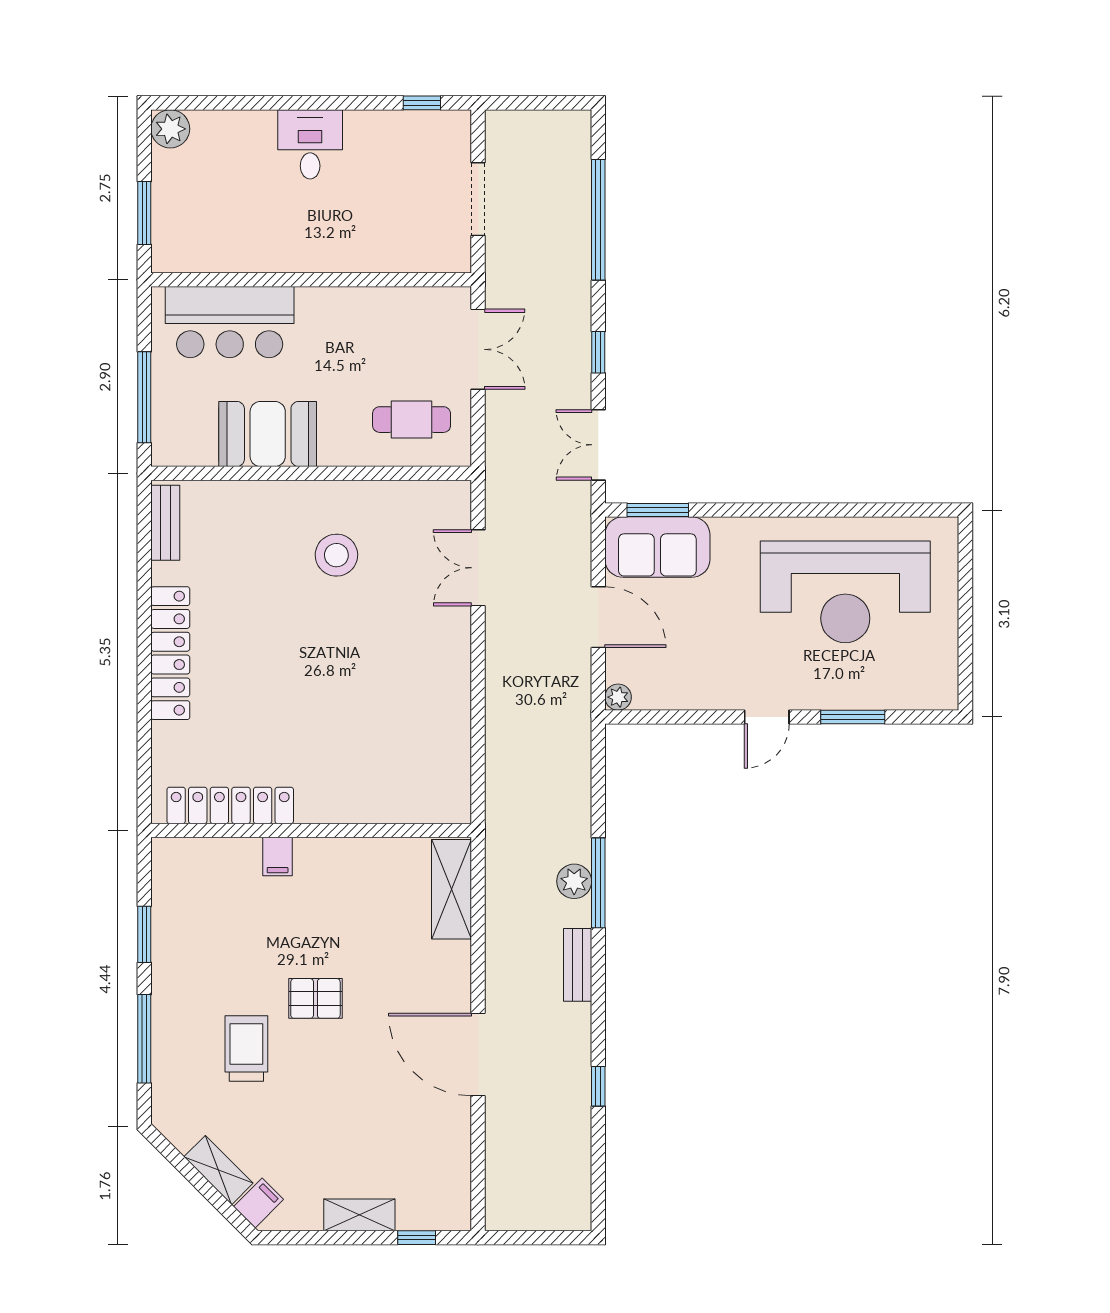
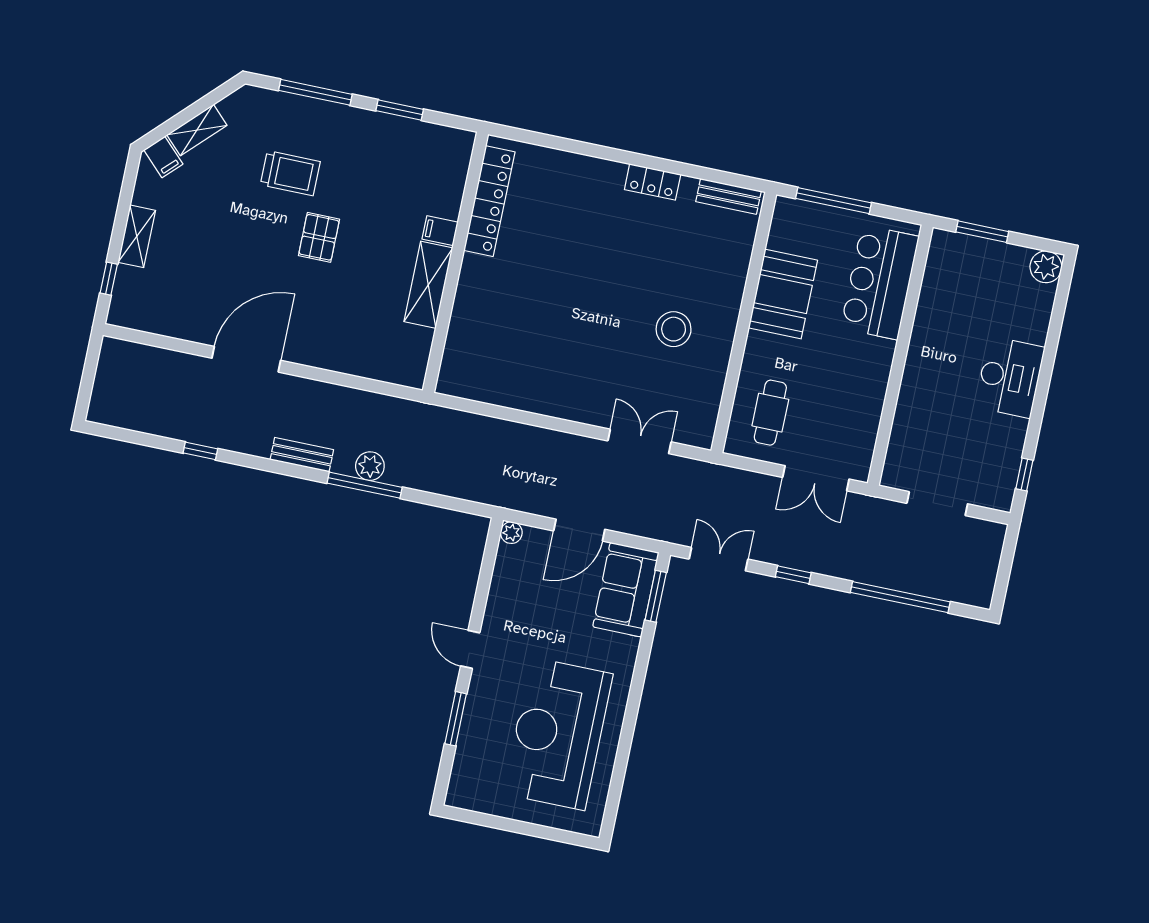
desk: (310, 144) -> (1010, 377), width x1.37
locker: (170, 653) -> (653, 182), width x0.46, depth x0.83
shelving: (451, 889) -> (428, 285), moved, turned 90

